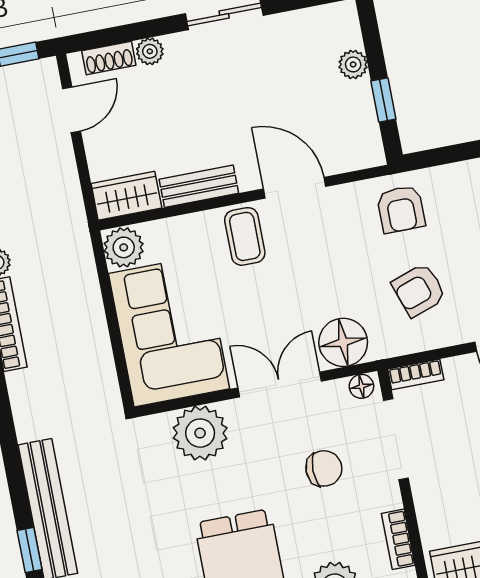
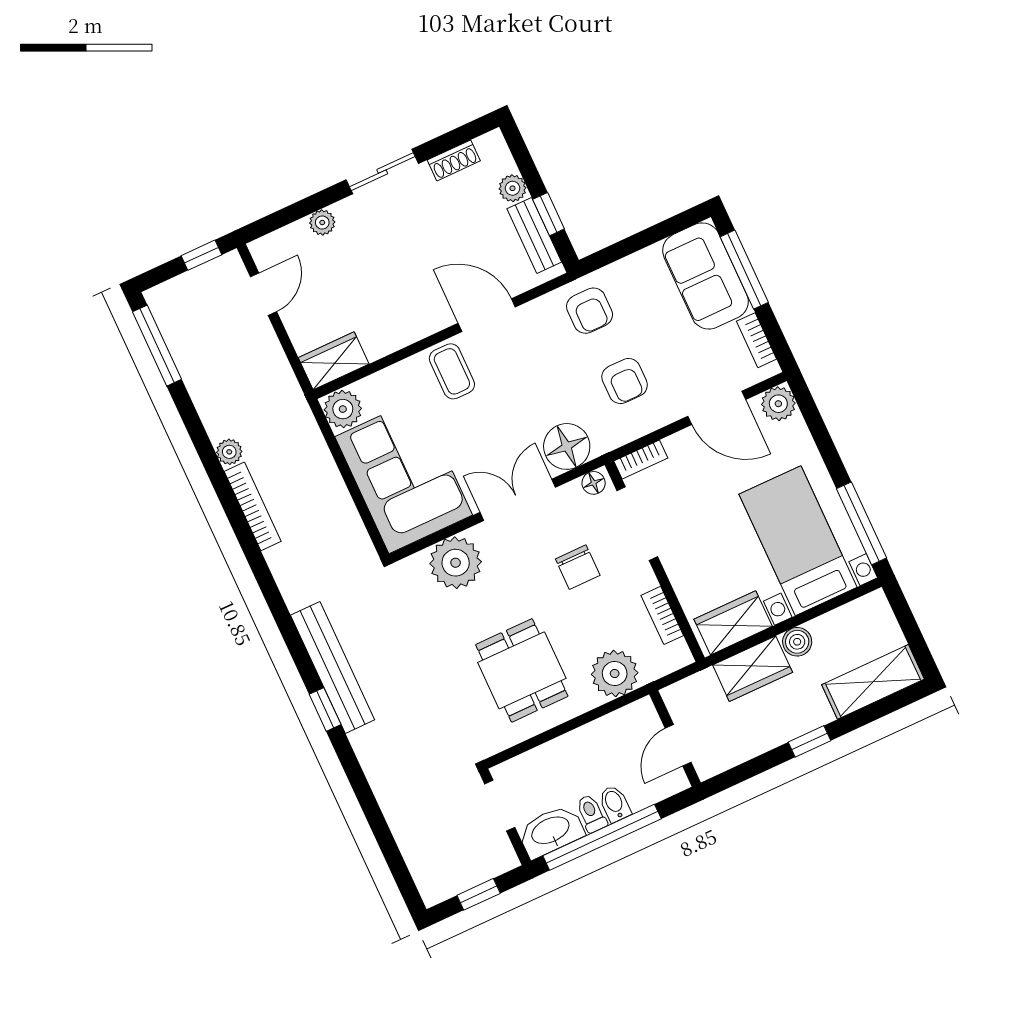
shoe rack: (109, 58) -> (454, 160), moved
bench: (199, 186) -> (534, 235), moved, turned 90
armchair: (419, 290) -> (625, 381), turned -71
chair: (324, 468) -> (578, 567), turned 90

